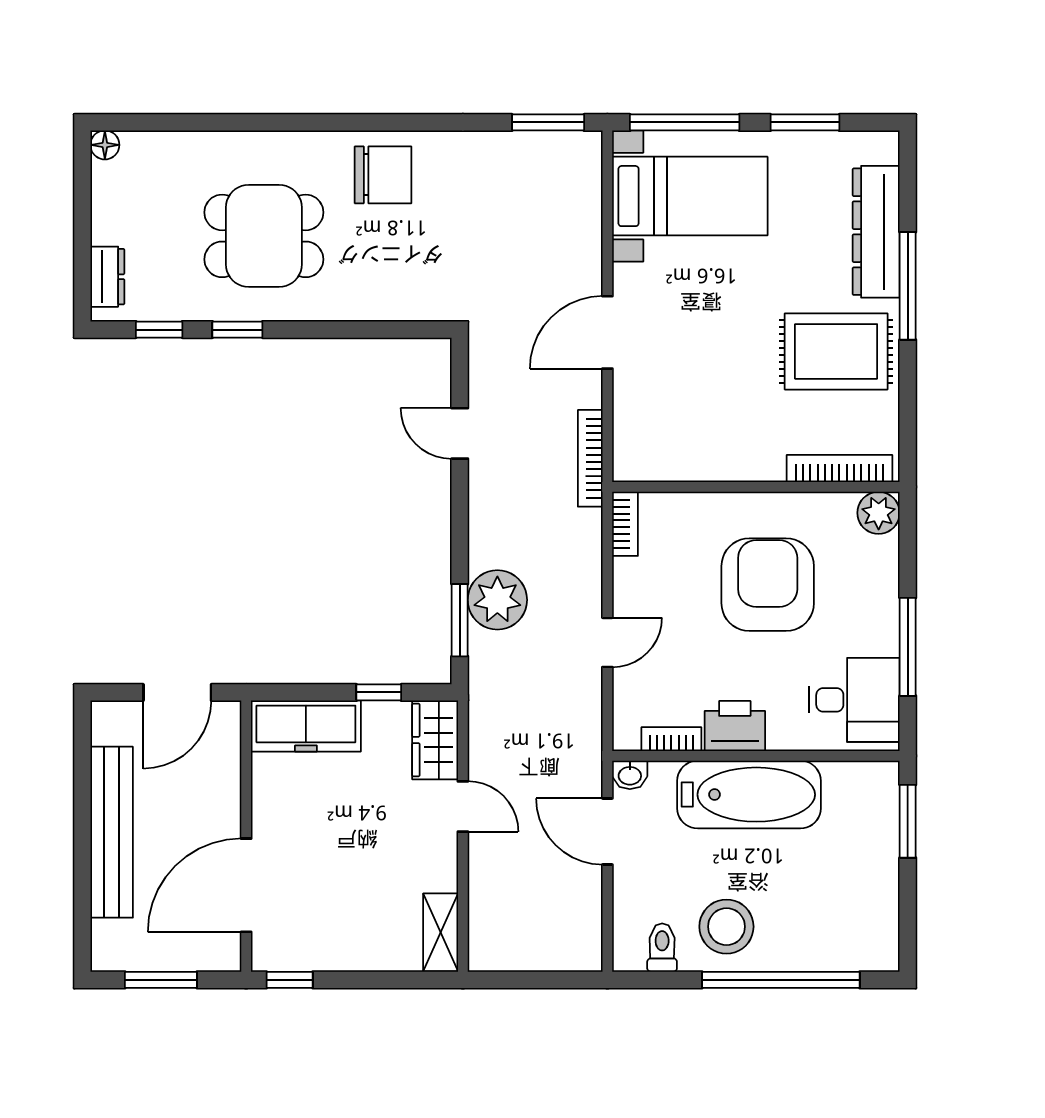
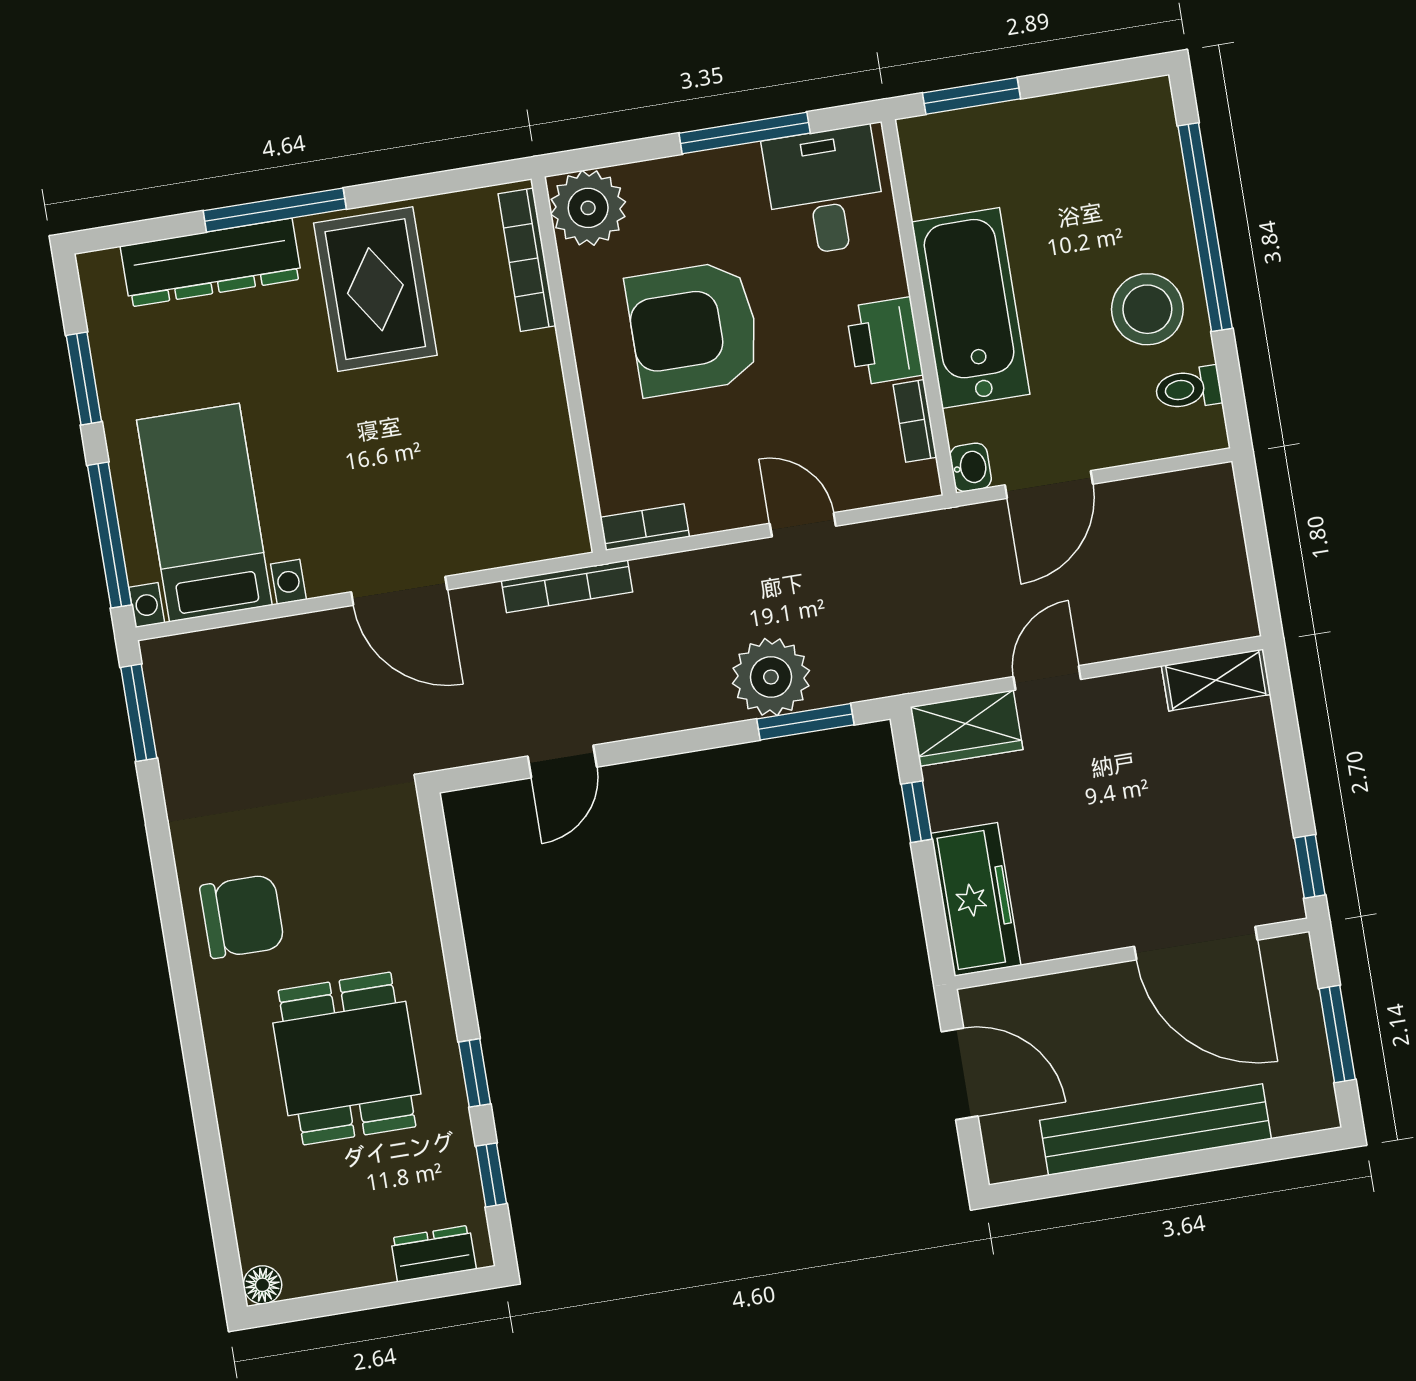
chair: (383, 175) -> (242, 916), turned 90
plant: (879, 513) -> (588, 208), width x1.36, depth x1.36

